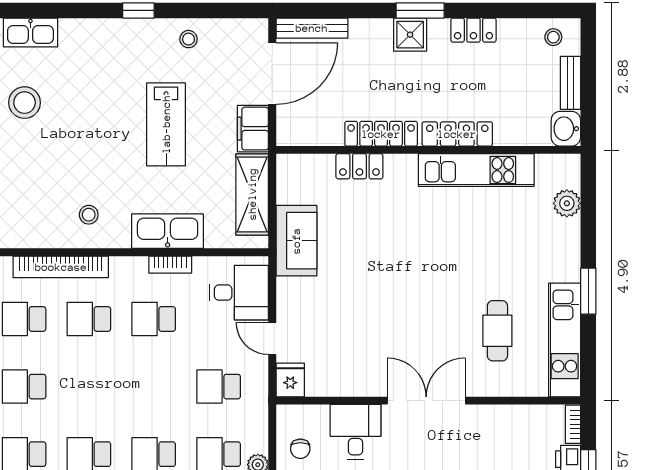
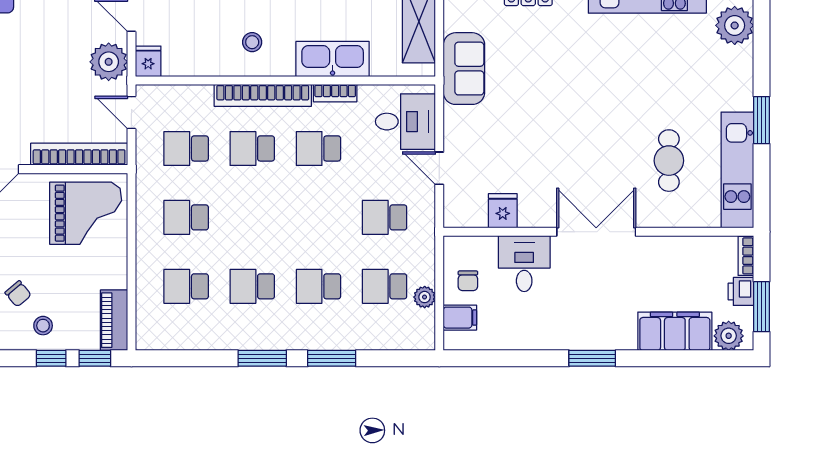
plant: (567, 203) -> (735, 25), width x1.36, depth x1.36
bookcase: (61, 267) -> (263, 95), moved
fridge: (290, 380) -> (503, 211), moved

